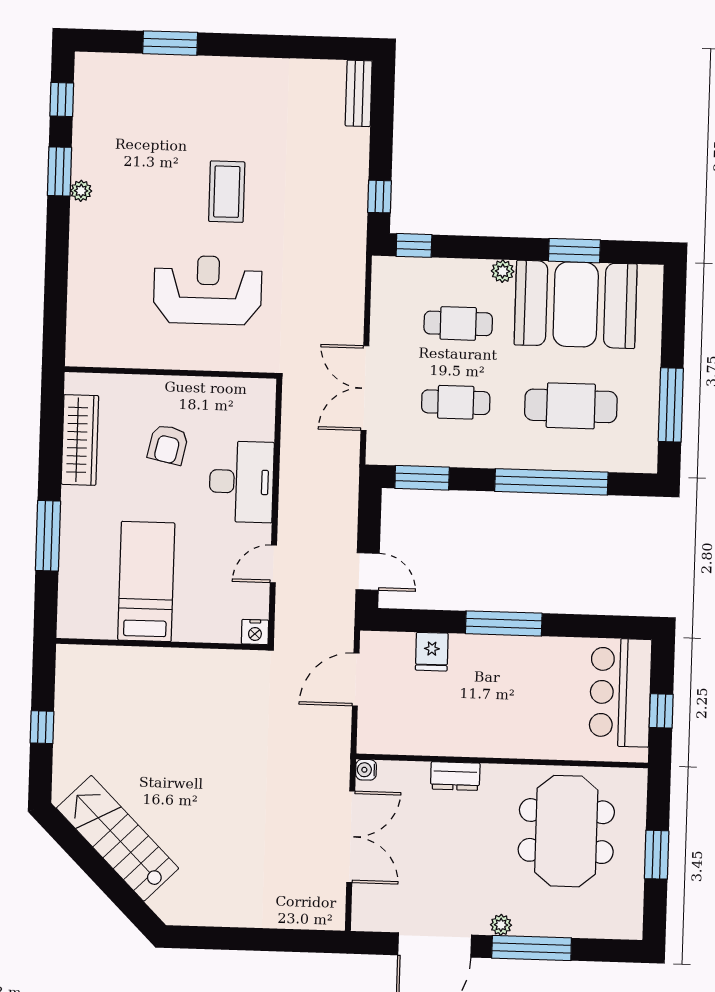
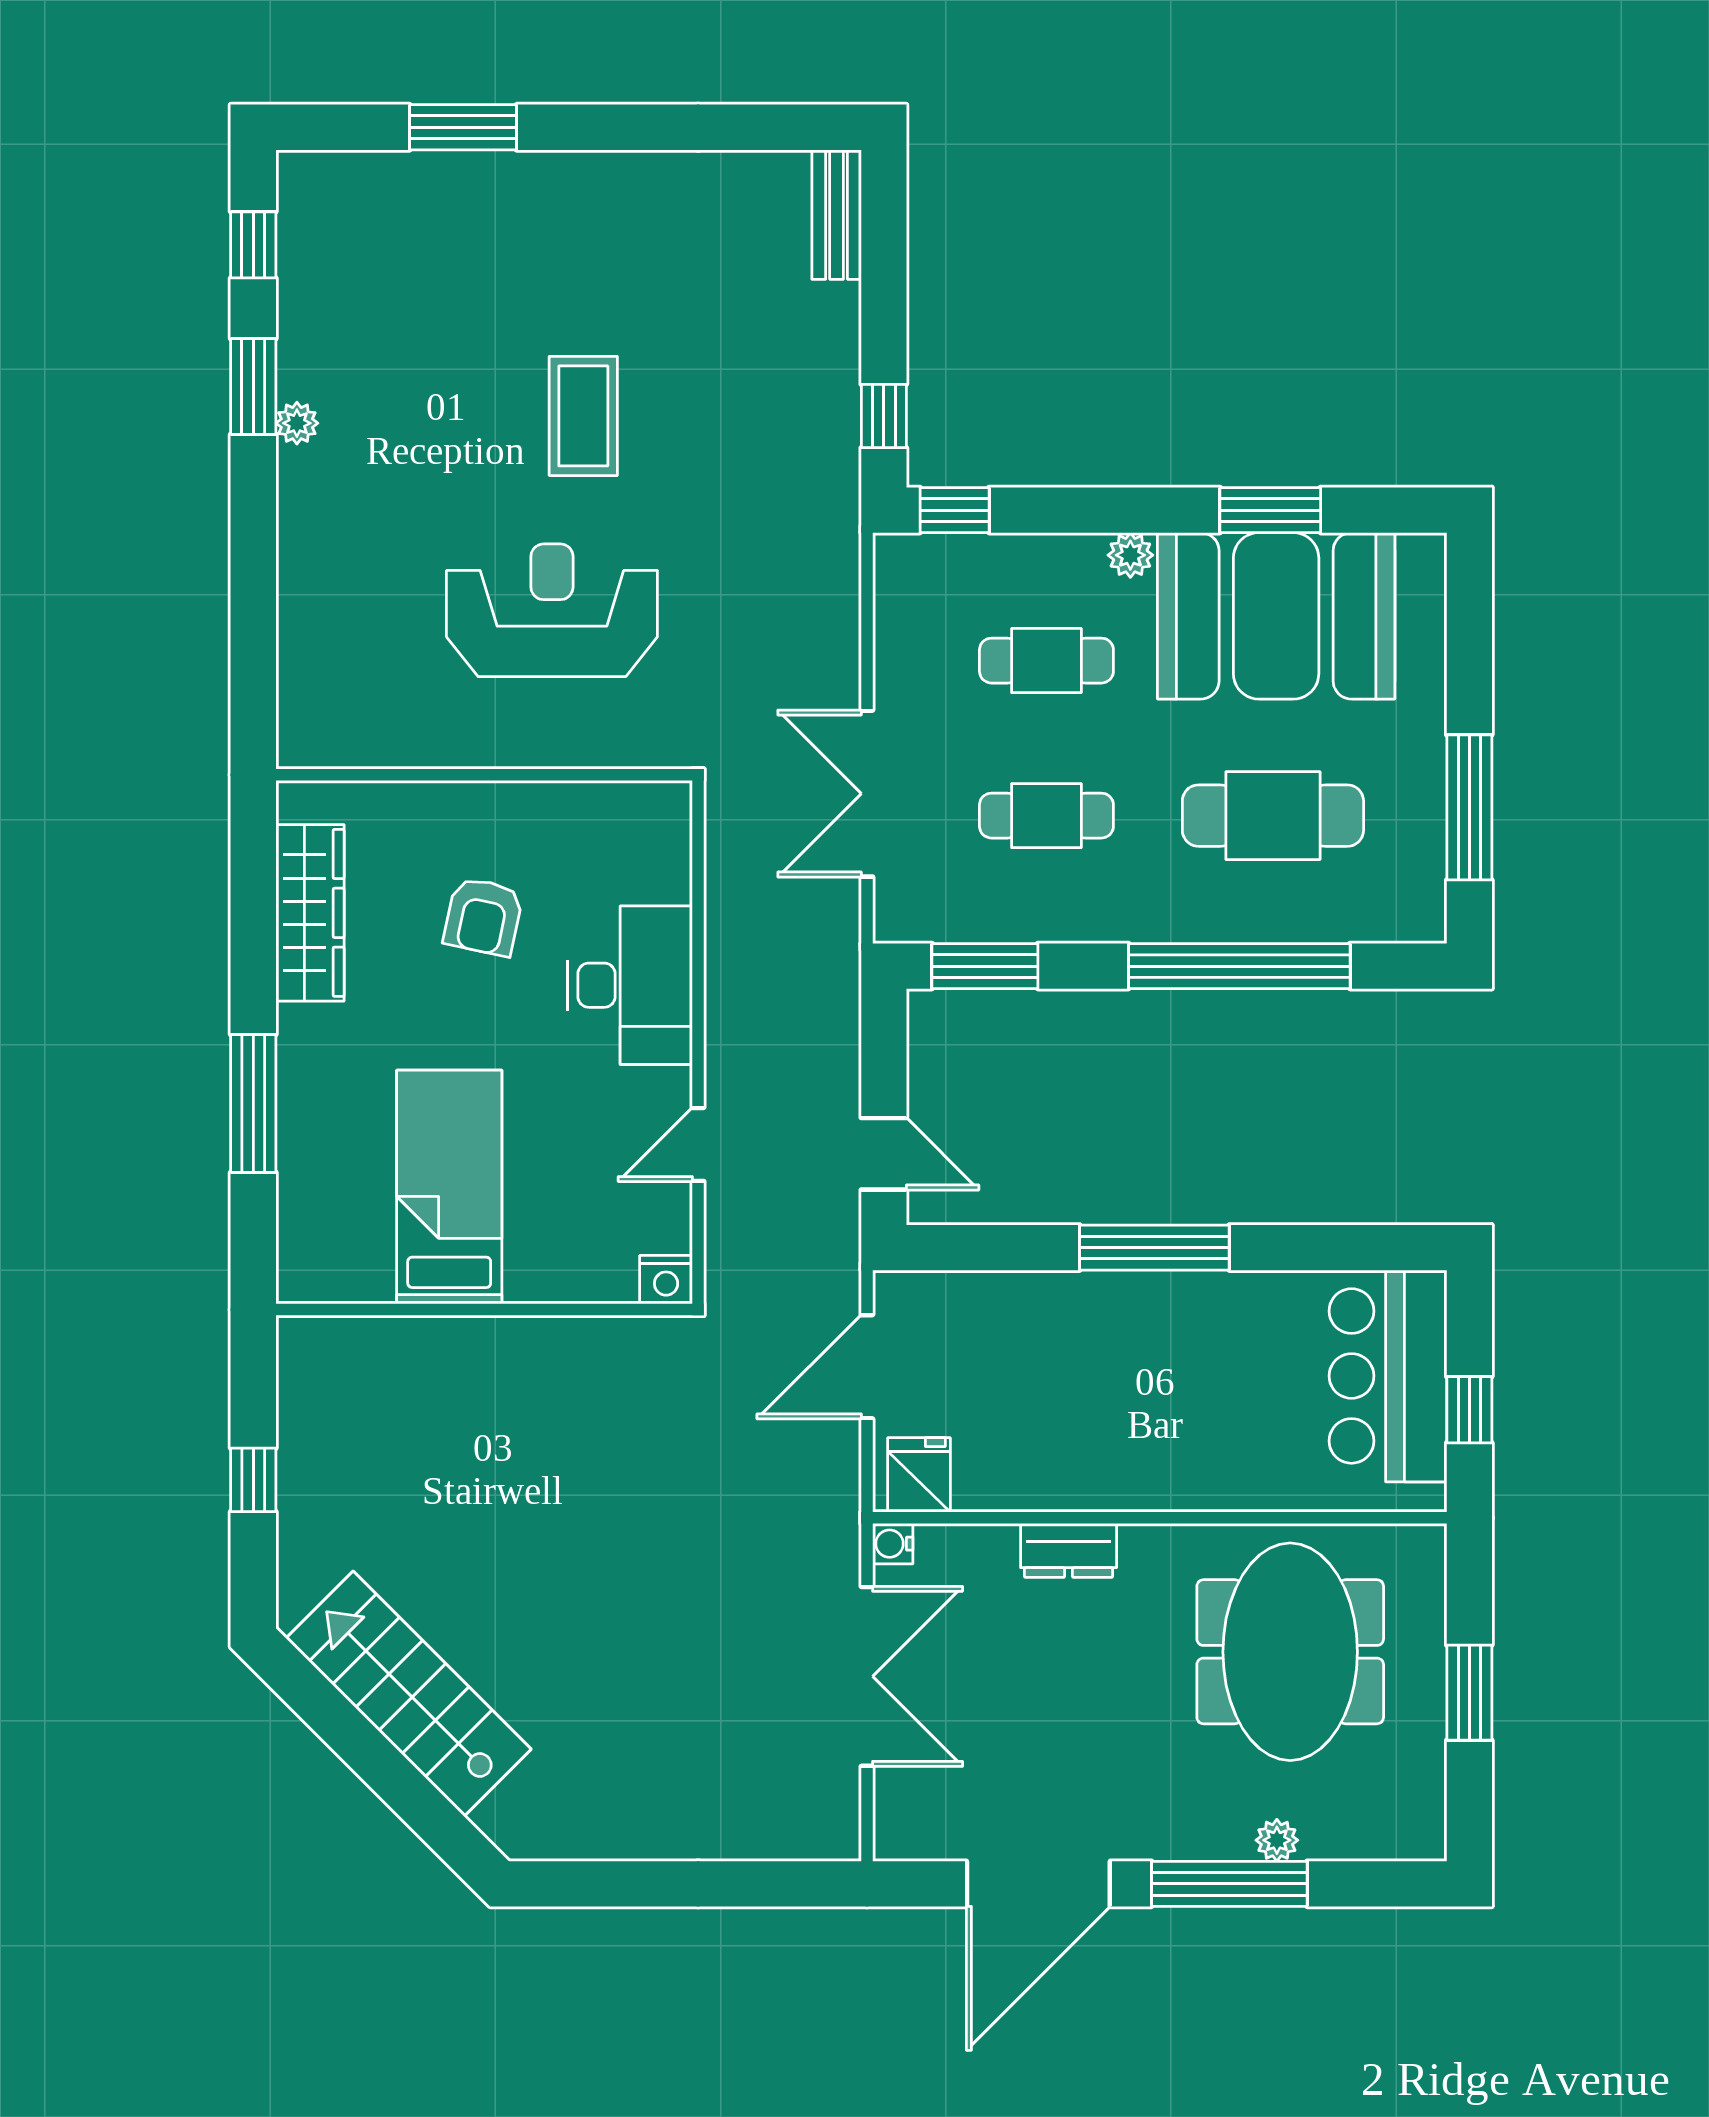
fridge: (432, 652) -> (919, 1475), moved, turned 180
plant: (501, 925) -> (1277, 1840), moved

